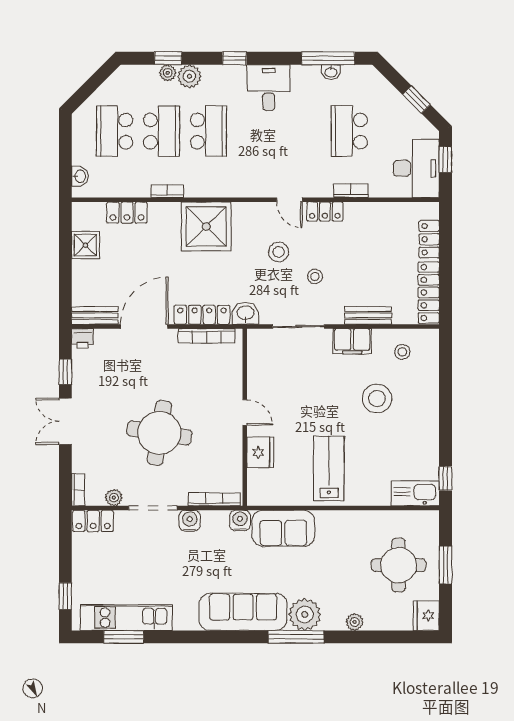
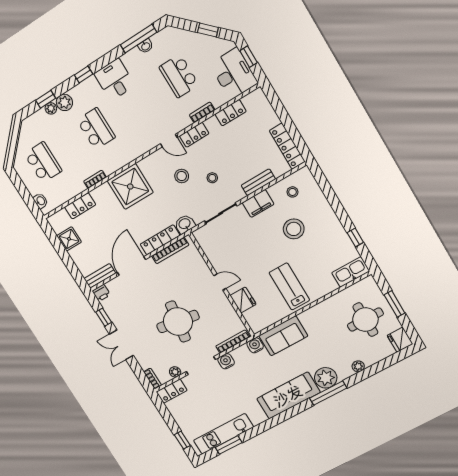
school desk: (115, 131) -> (43, 162), turned 180
school desk: (162, 131) -> (69, 146), removed
locker: (429, 239) -> (231, 113), moved, turned -90
window: (445, 478) -> (355, 238), moved

